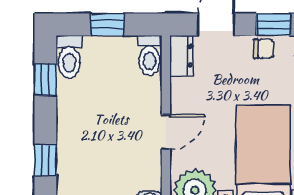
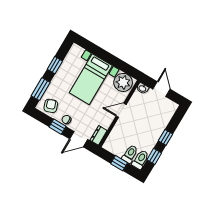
toilet: (150, 55) -> (130, 154), moved
window: (45, 160) -> (166, 137), moved

